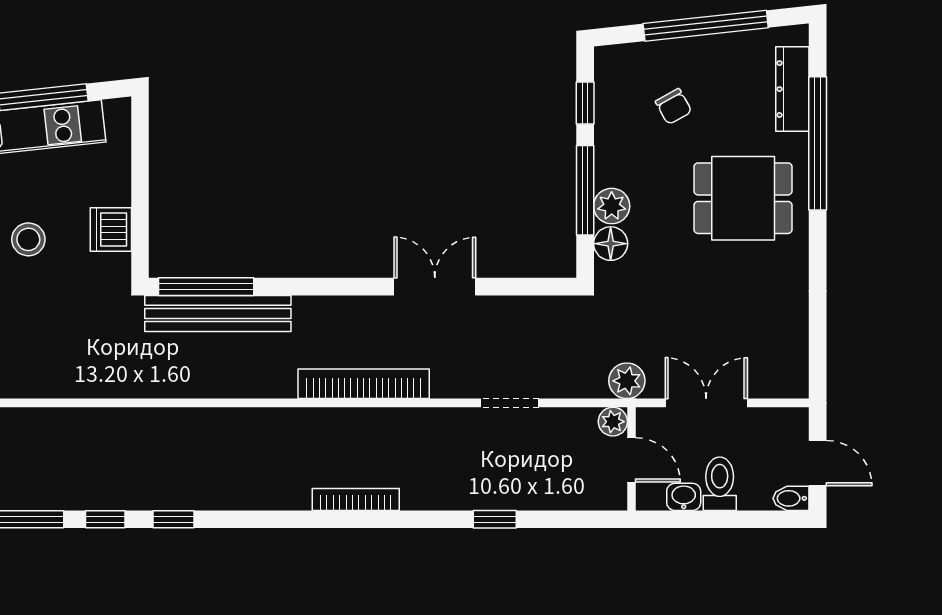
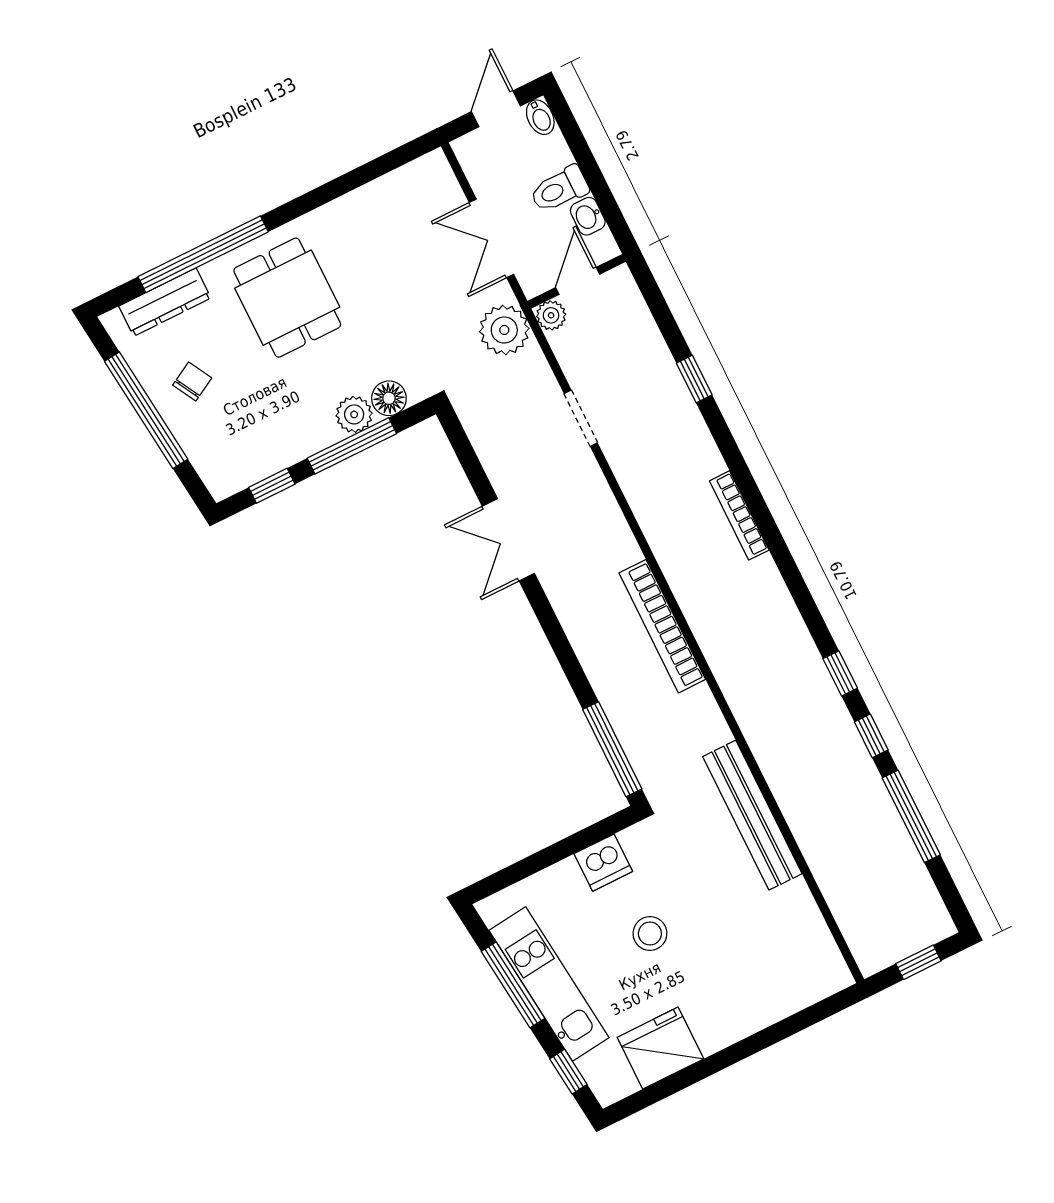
chair: (674, 106) -> (192, 382), moved
bench: (218, 313) -> (752, 815), moved
plant: (627, 381) -> (504, 330), width x1.36, depth x1.36
bookcase: (364, 384) -> (662, 626), moved

